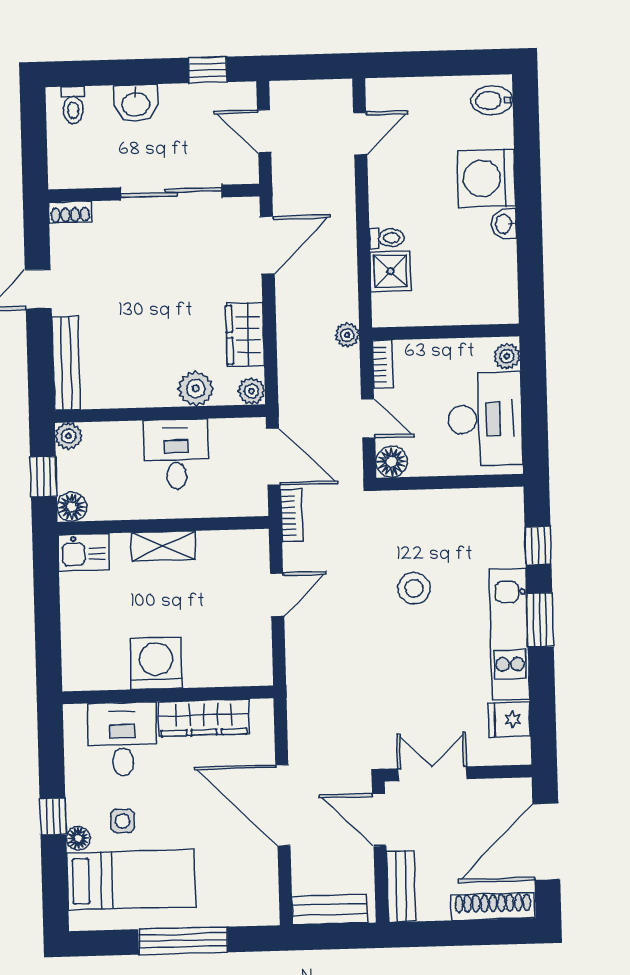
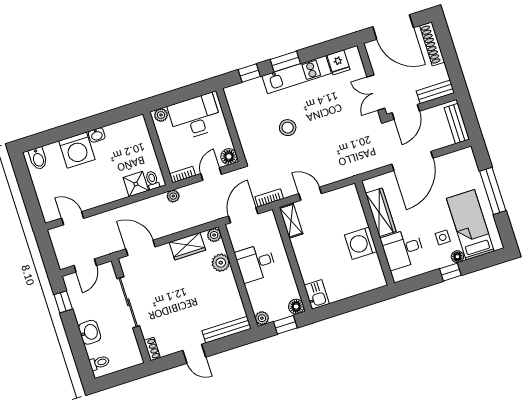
toilet: (387, 238) -> (152, 180), moved
shelving: (164, 546) -> (291, 221), moved

